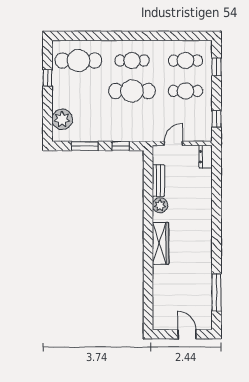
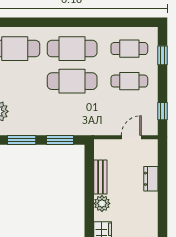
cafe table: (132, 61) -> (72, 49), width x1.37, depth x1.35
door: (173, 143) -> (131, 137), moved
window: (121, 146) -> (60, 140), width x1.50
dresser: (206, 157) -> (151, 179), moved

